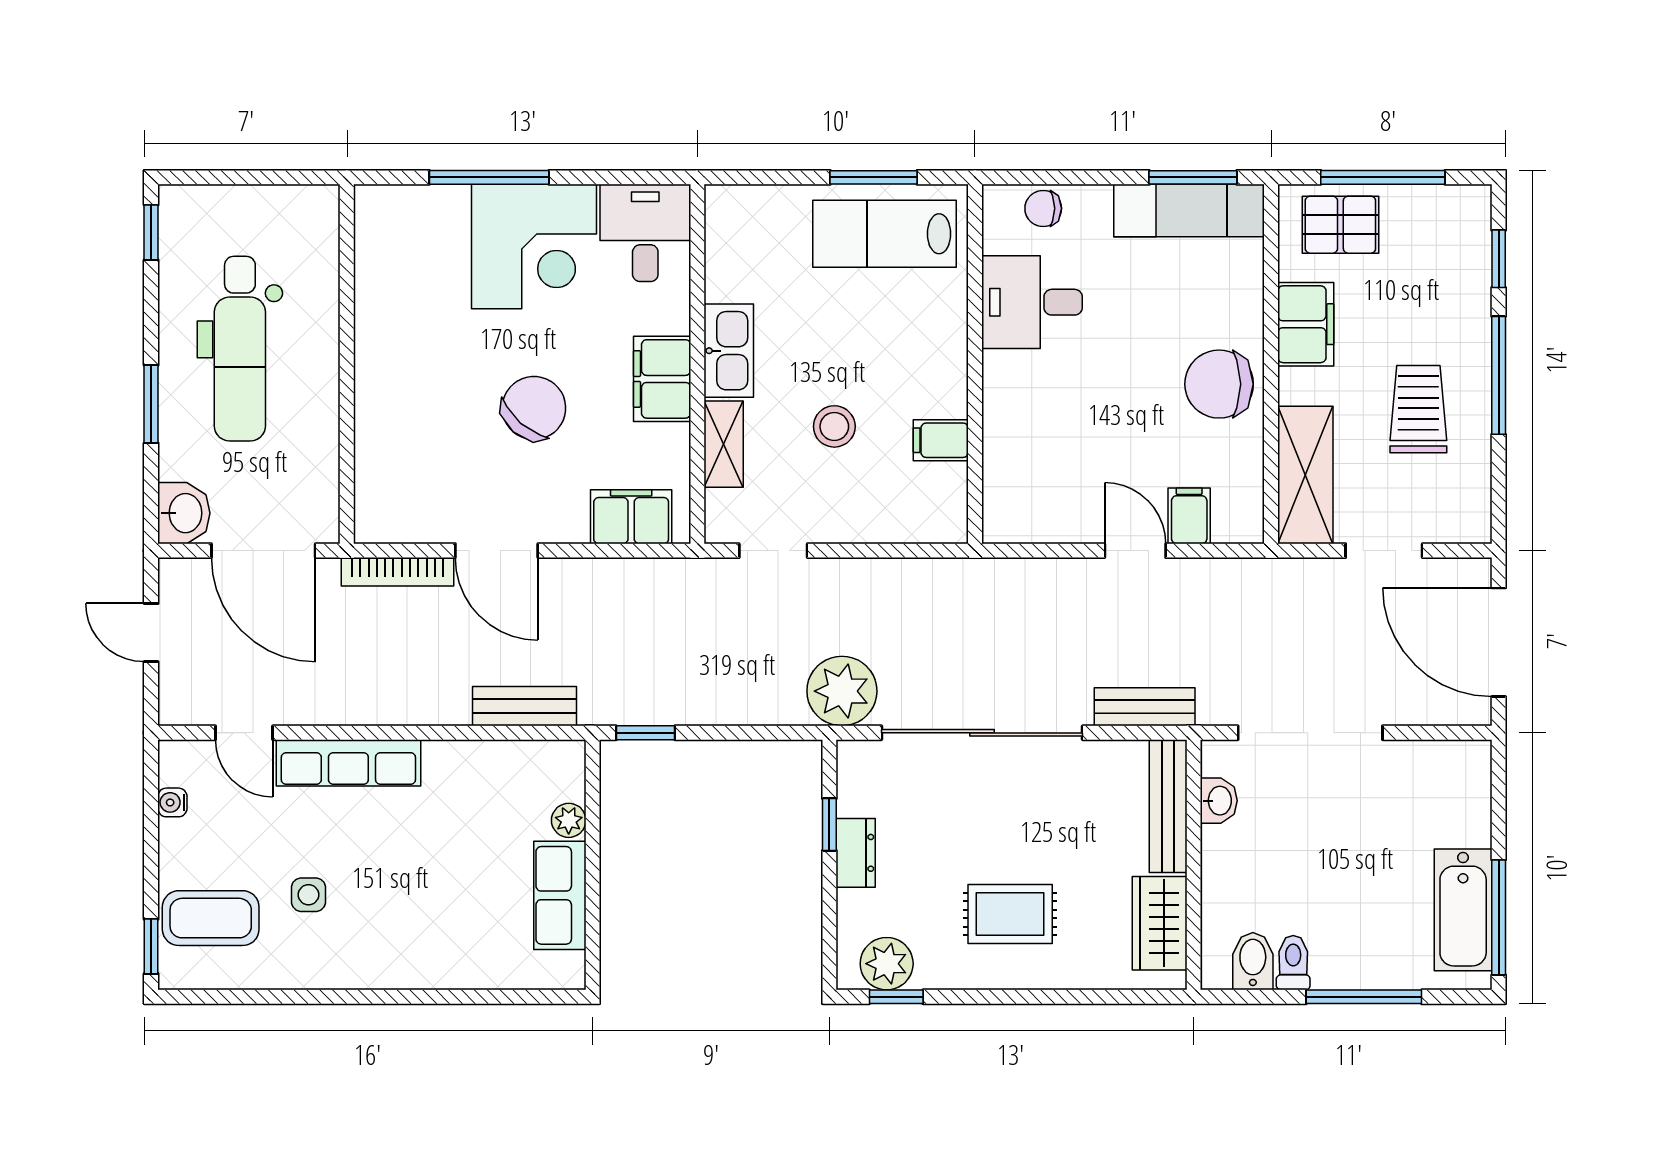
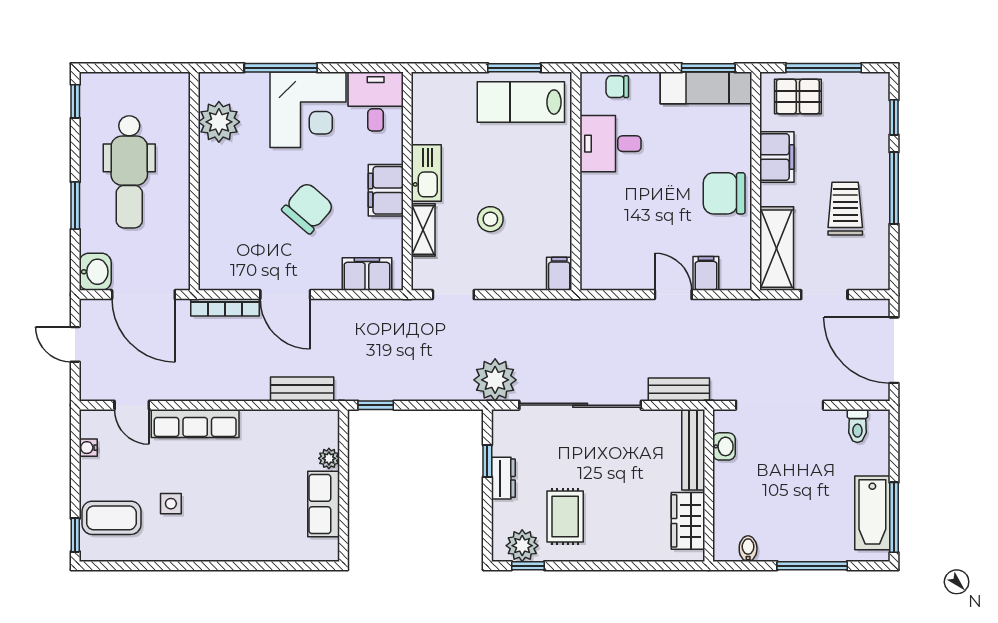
plant: (388, 266) -> (219, 122), added
filing cabinet: (941, 440) -> (559, 274), moved, turned 90
rug: (1010, 914) -> (565, 516), moved, turned 90
bidet: (1253, 961) -> (748, 549), width x0.72, depth x0.74
toilet: (1293, 963) -> (857, 426), moved, turned 180

